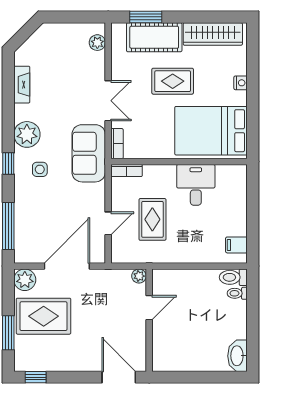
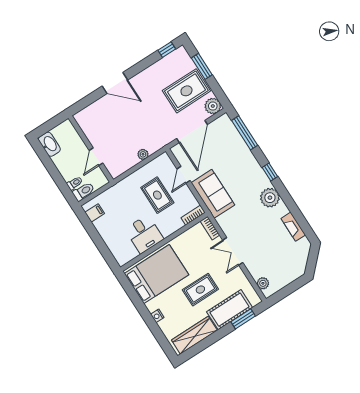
sofa: (89, 153) -> (213, 194), moved
side table: (40, 169) -> (248, 181), removed
door: (149, 308) -> (96, 157), moved
wall: (149, 320) -> (91, 149), moved

